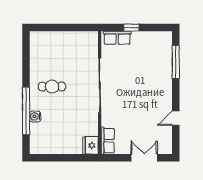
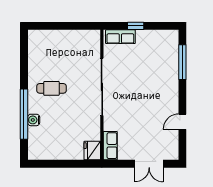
double door: (144, 158) -> (149, 164), swing flipped

